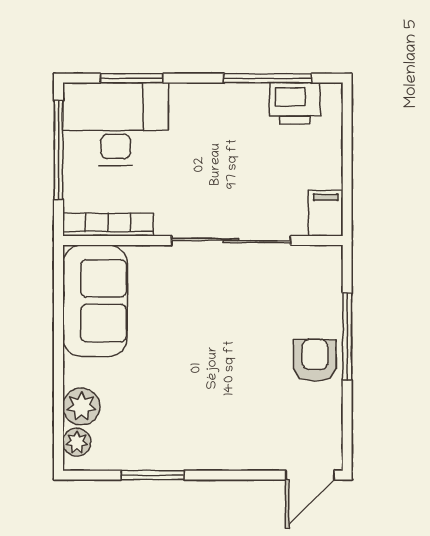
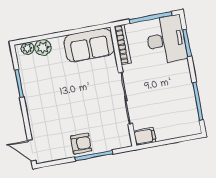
printer: (295, 103) -> (189, 115), removed

